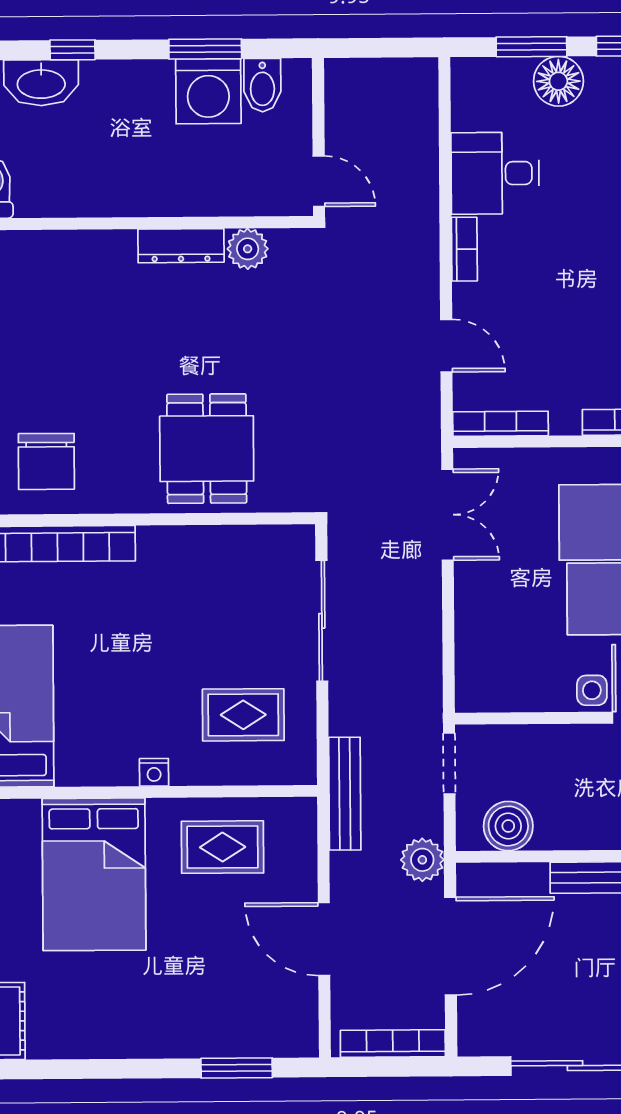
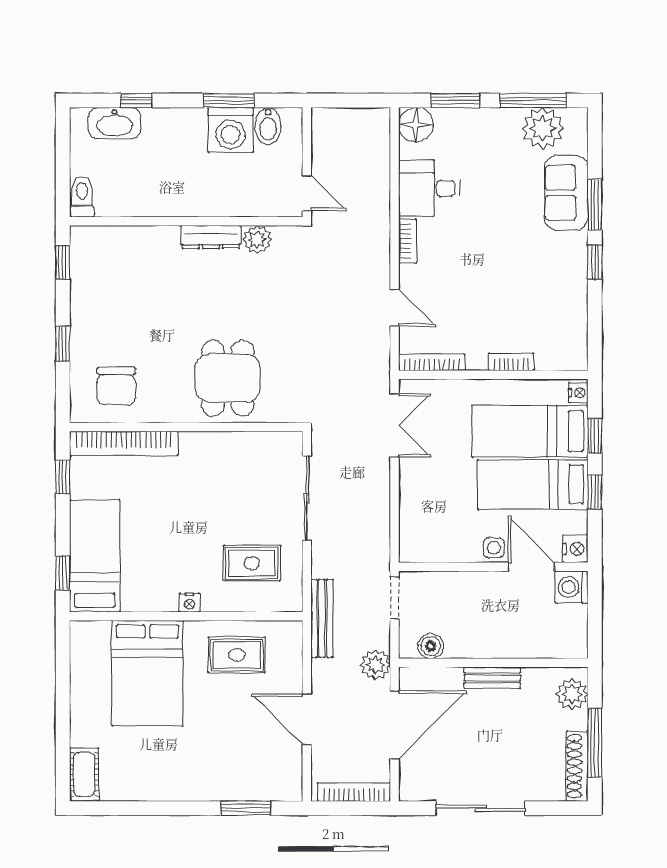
floor lamp: (558, 81) -> (416, 125), moved
boiler: (508, 826) -> (431, 646), width x0.73, depth x0.73

